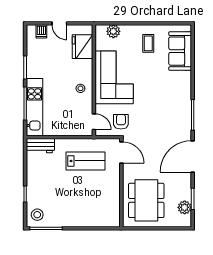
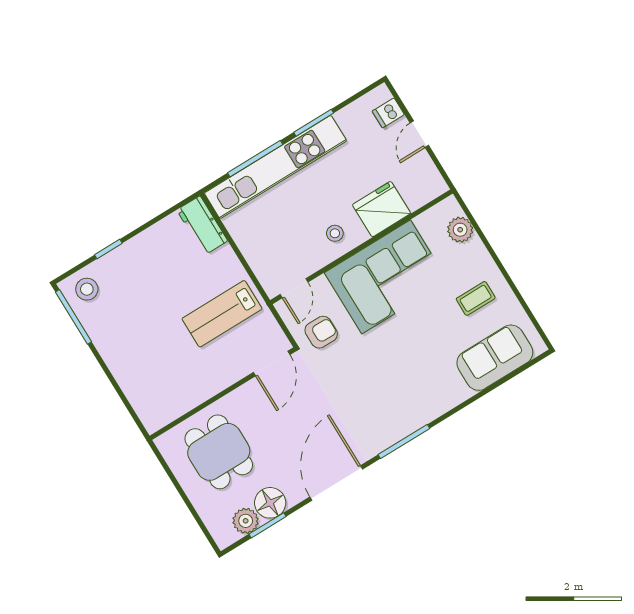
fridge: (82, 47) -> (381, 209), moved
kitchen unit: (34, 107) -> (275, 167), width x1.36
door: (193, 156) -> (336, 483), hinge flipped
lab bench: (85, 161) -> (222, 314), turned 90
floor lamp: (183, 191) -> (270, 503), added
dining table: (146, 200) -> (219, 452), width x0.73

